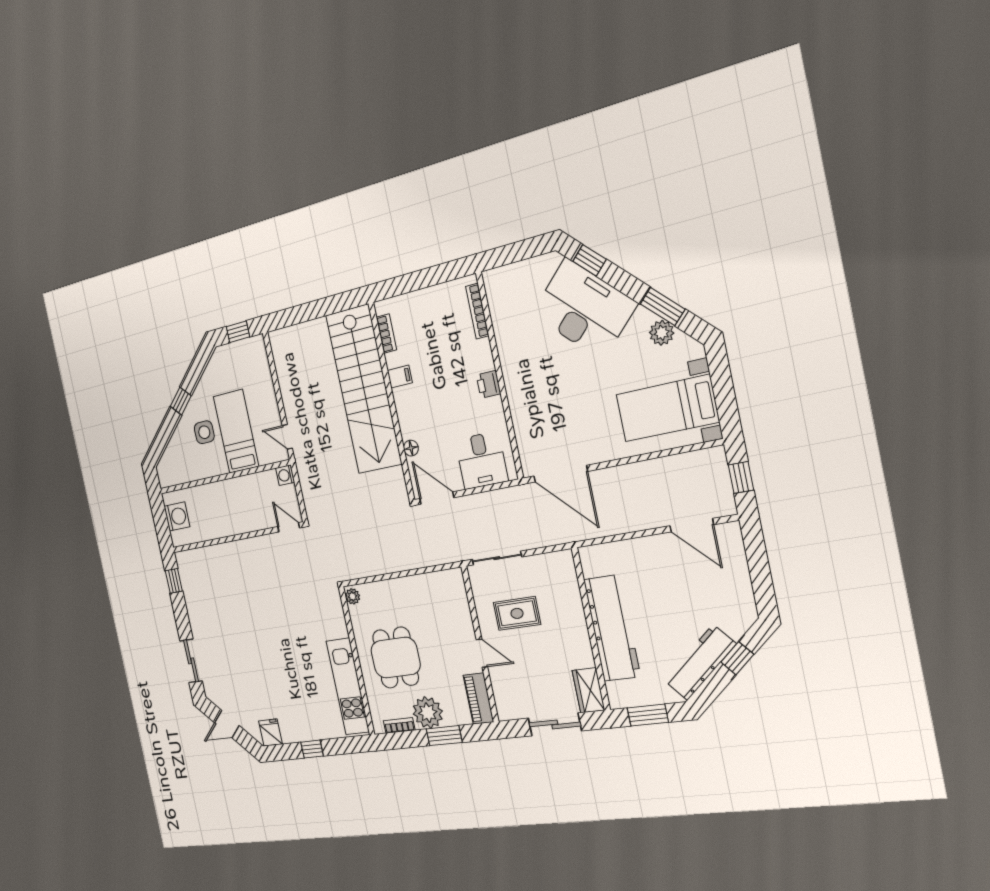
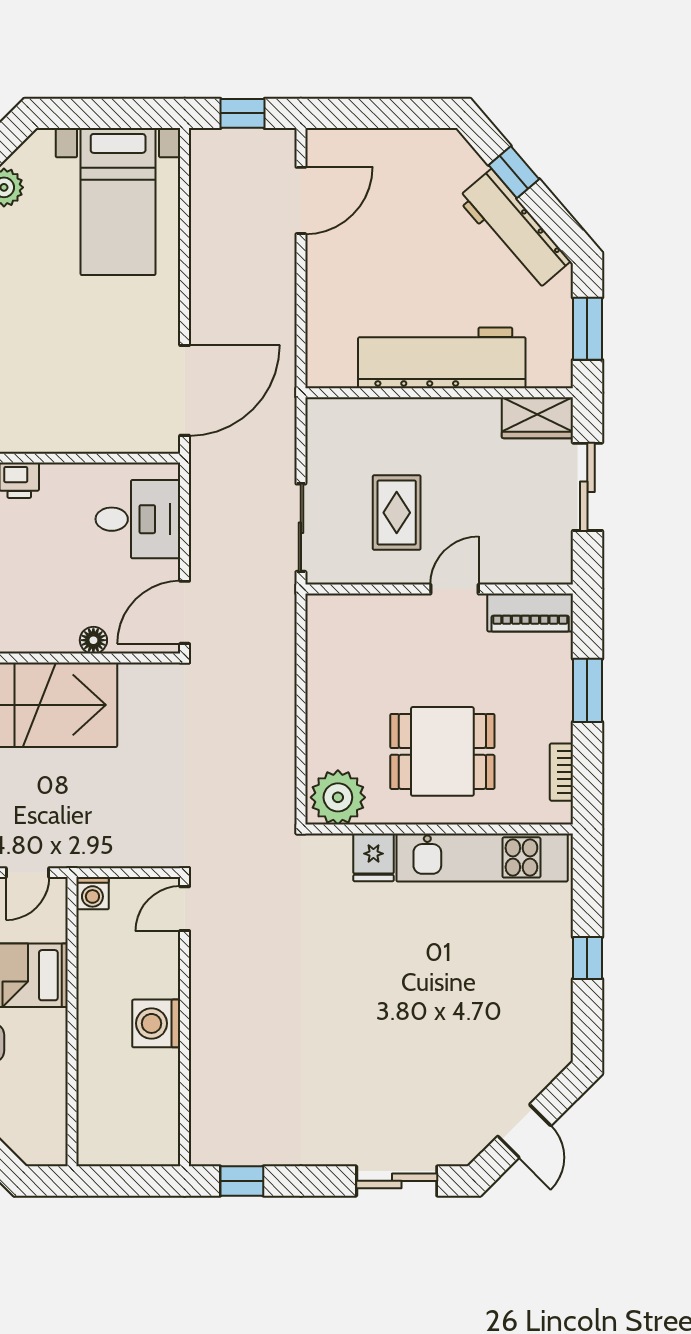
washing machine: (177, 516) -> (156, 1023), moved, turned -90
plant: (353, 596) -> (338, 797), width x1.88, depth x1.88
plant: (428, 713) -> (544, 712), removed
fridge: (270, 732) -> (373, 857), moved, turned -90

